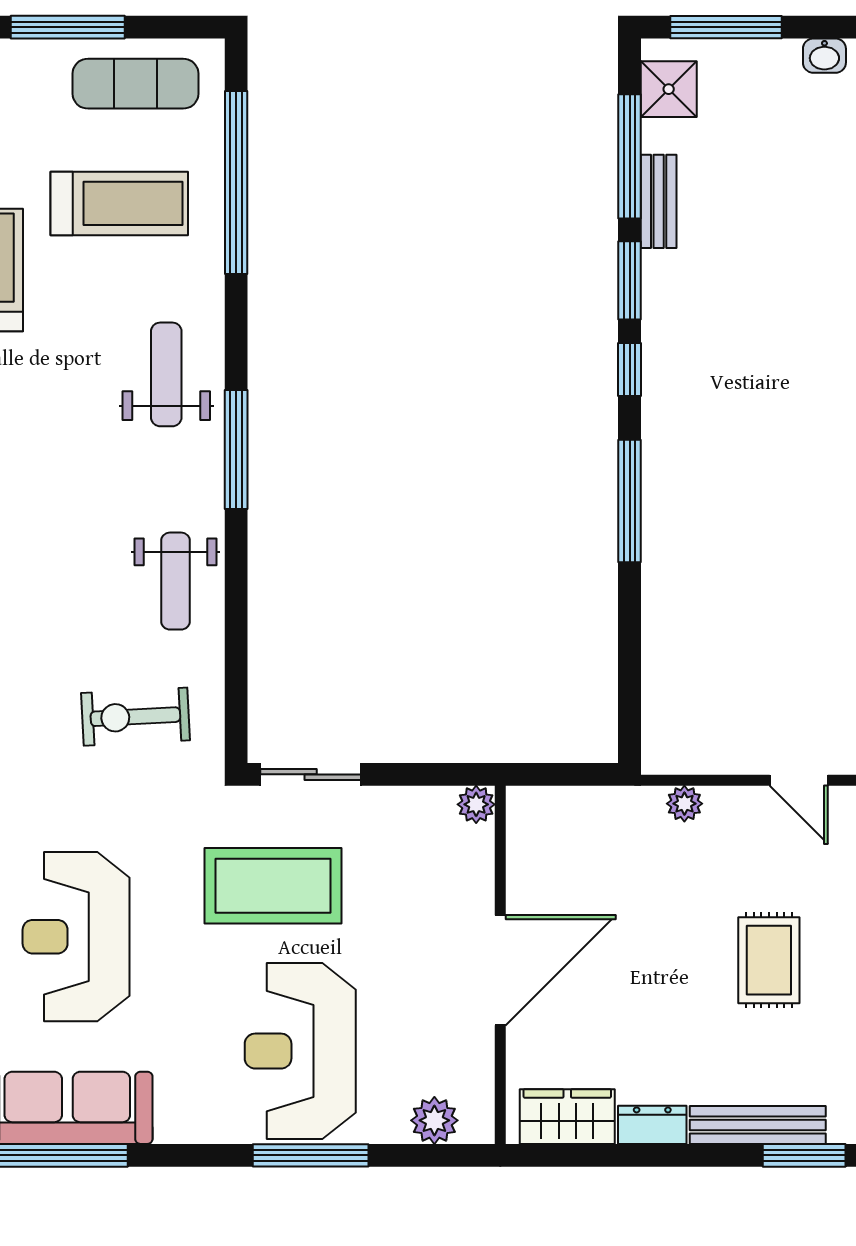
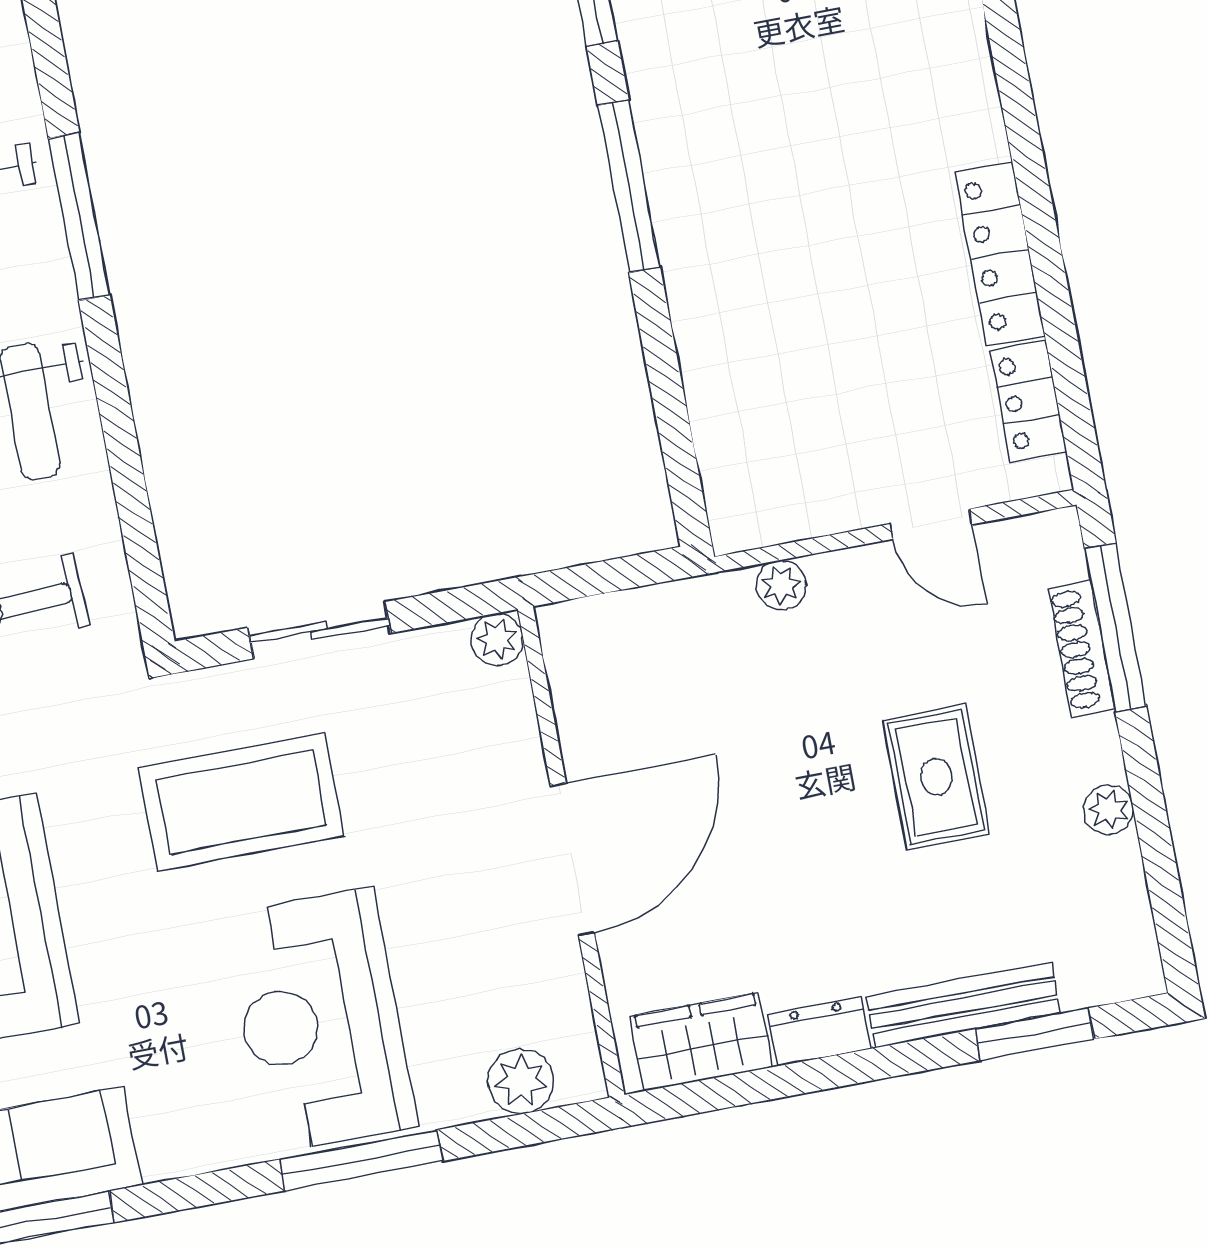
sliding door: (311, 774) -> (319, 630), moved

